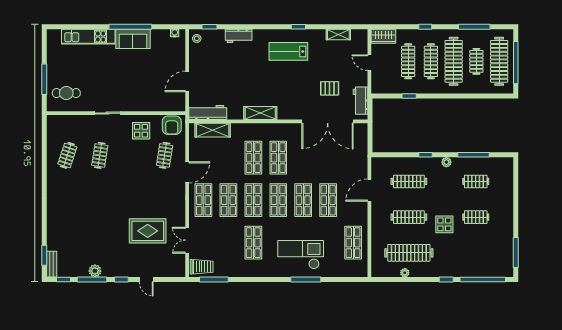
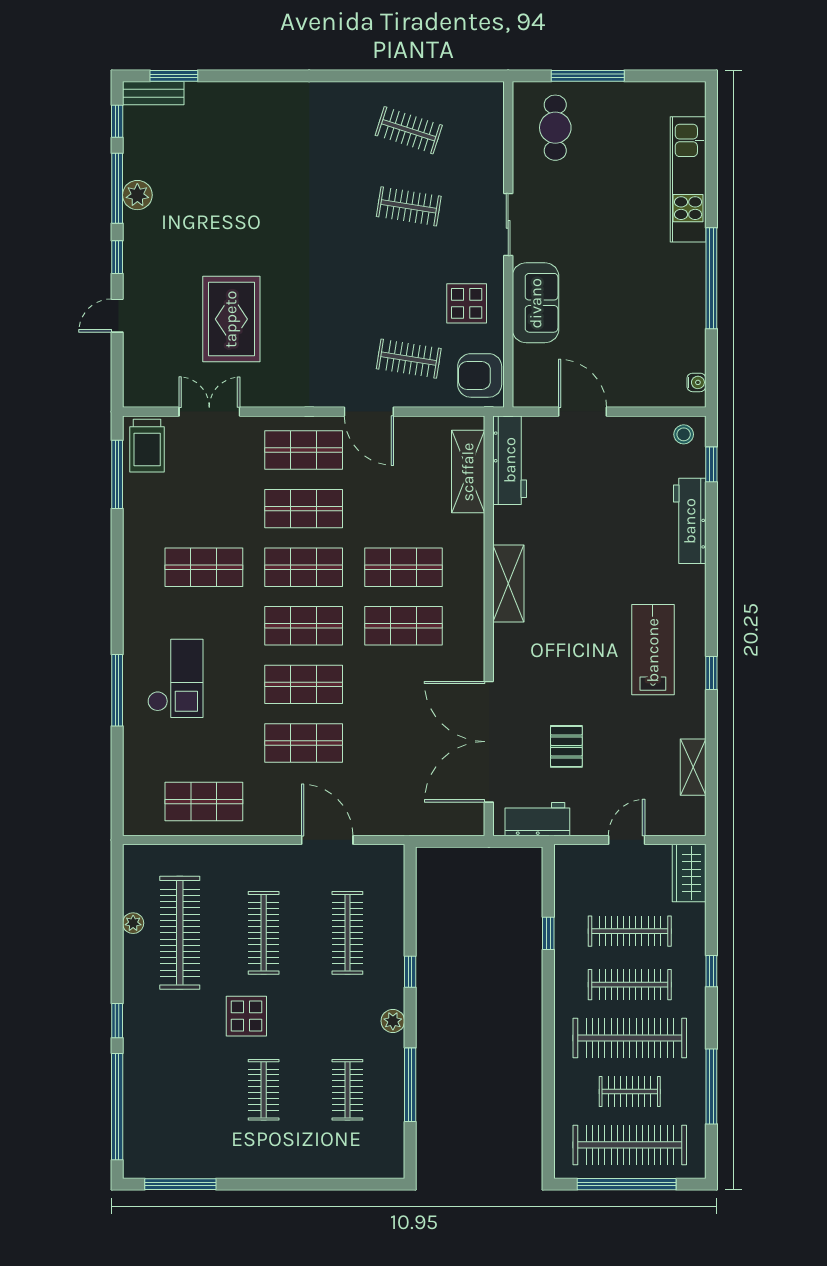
workbench: (239, 36) -> (690, 521), width x1.38
sofa: (133, 39) -> (536, 303), moved, turned 180
checkout: (301, 255) -> (175, 678), width x0.73, depth x0.83

